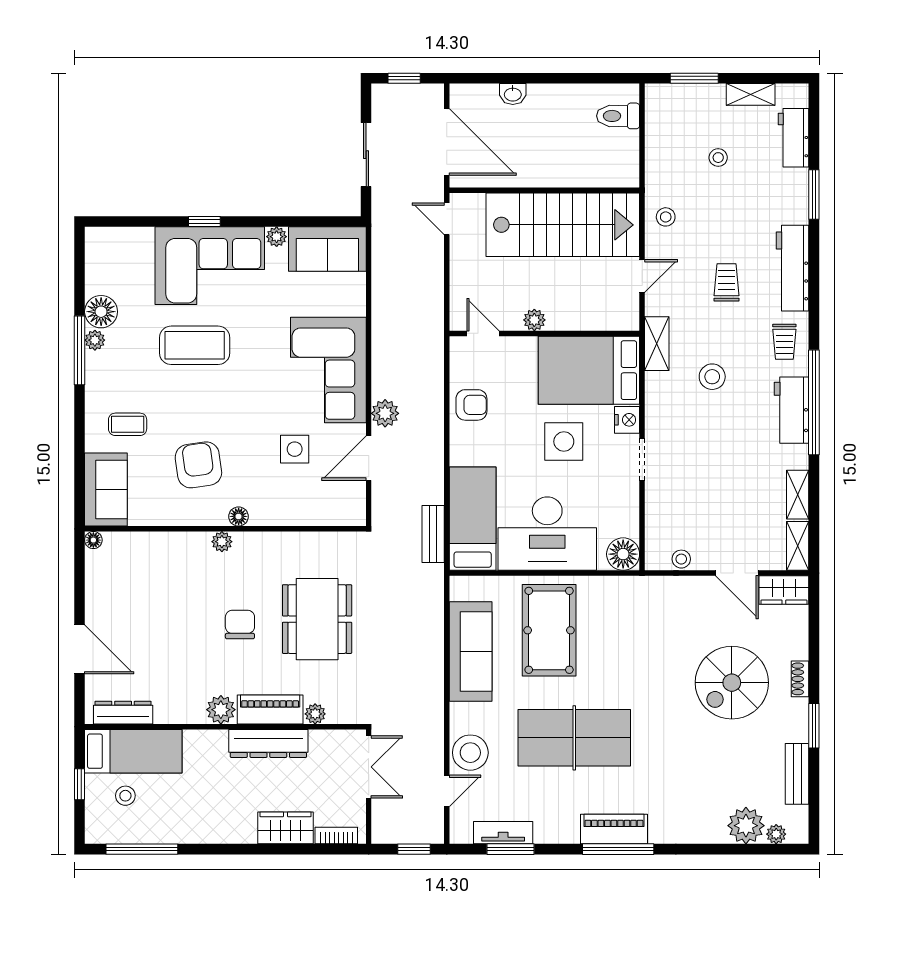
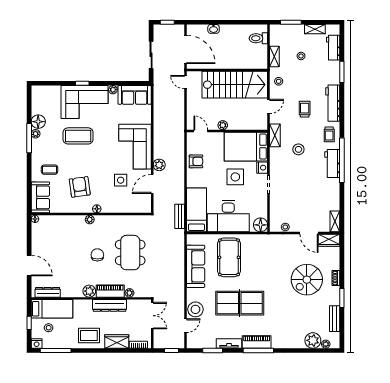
shelving: (798, 495) -> (274, 56), moved
rug: (220, 814) -> (89, 336), added
nightstand: (97, 832) -> (37, 343), added
tv unit: (503, 833) -> (229, 343), moved

